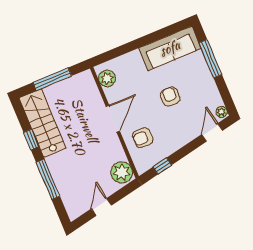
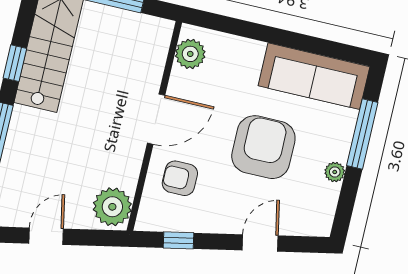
armchair: (170, 97) -> (263, 147), width x1.88, depth x1.88
plant: (222, 112) -> (335, 172), moved
door: (212, 133) -> (260, 243), moved

